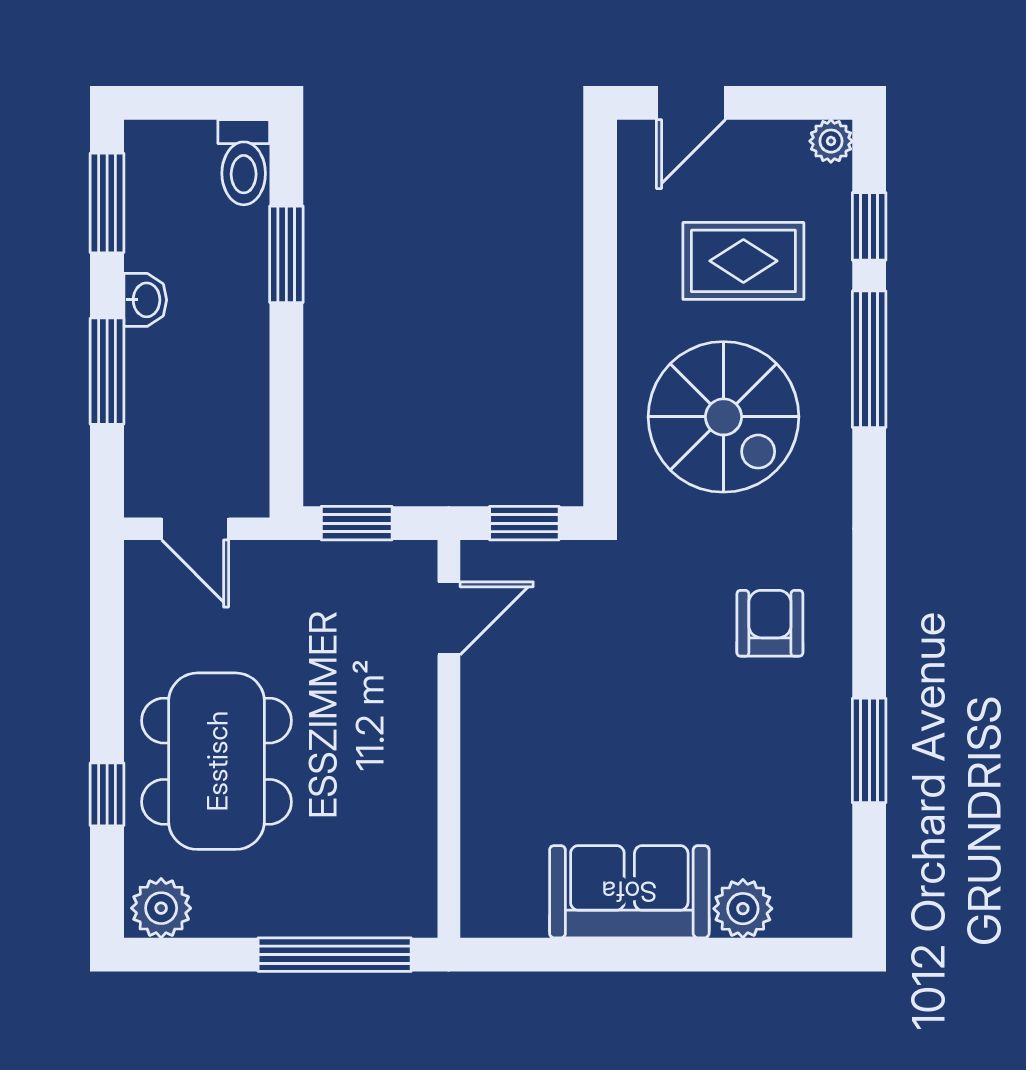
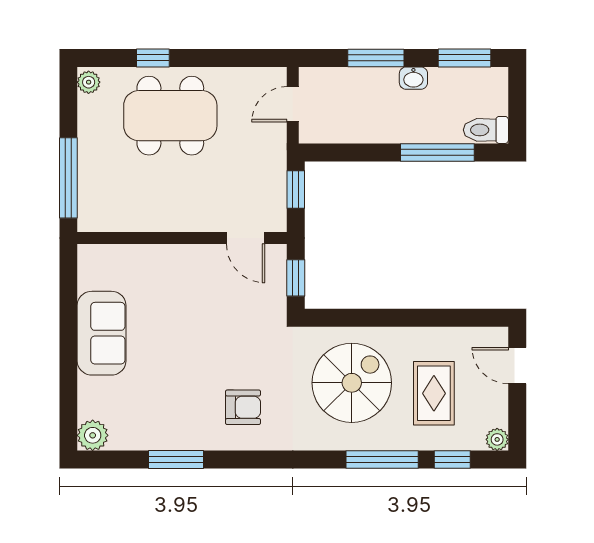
window: (286, 254) -> (437, 152), width x1.44
spiral stairs: (723, 417) -> (352, 383), turned 180
plant: (161, 908) -> (89, 82), width x0.73, depth x0.73
plant: (743, 909) -> (93, 435), moved

